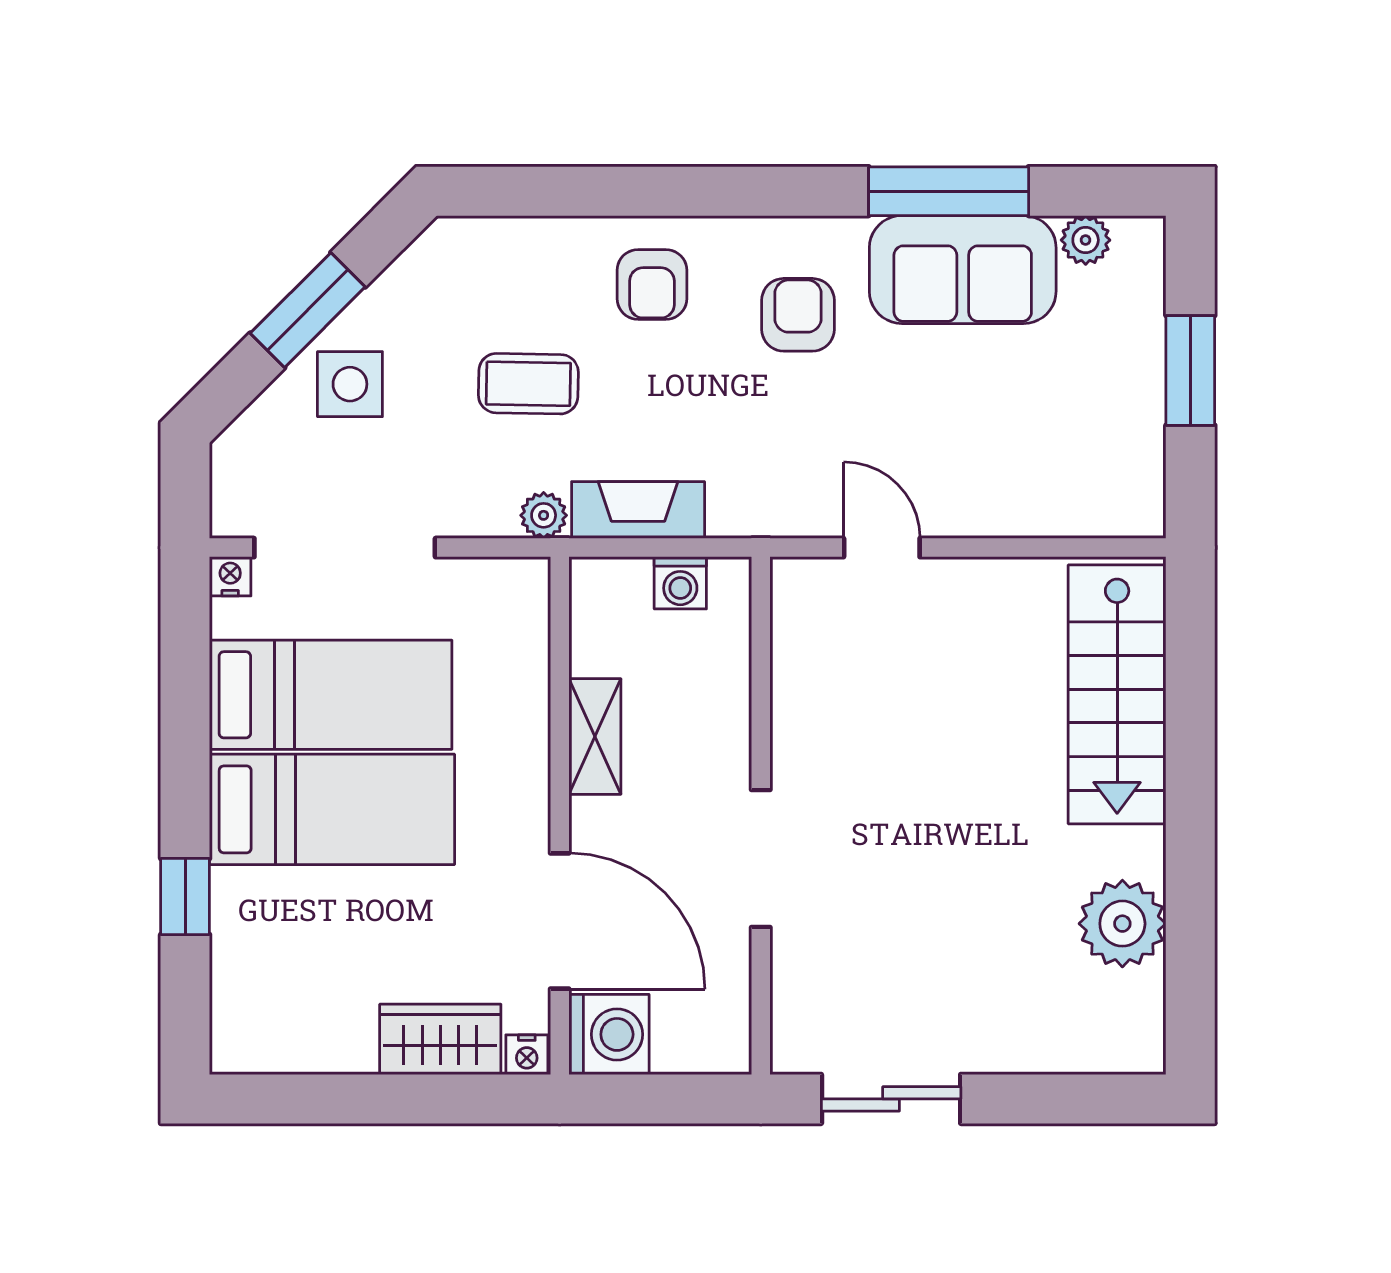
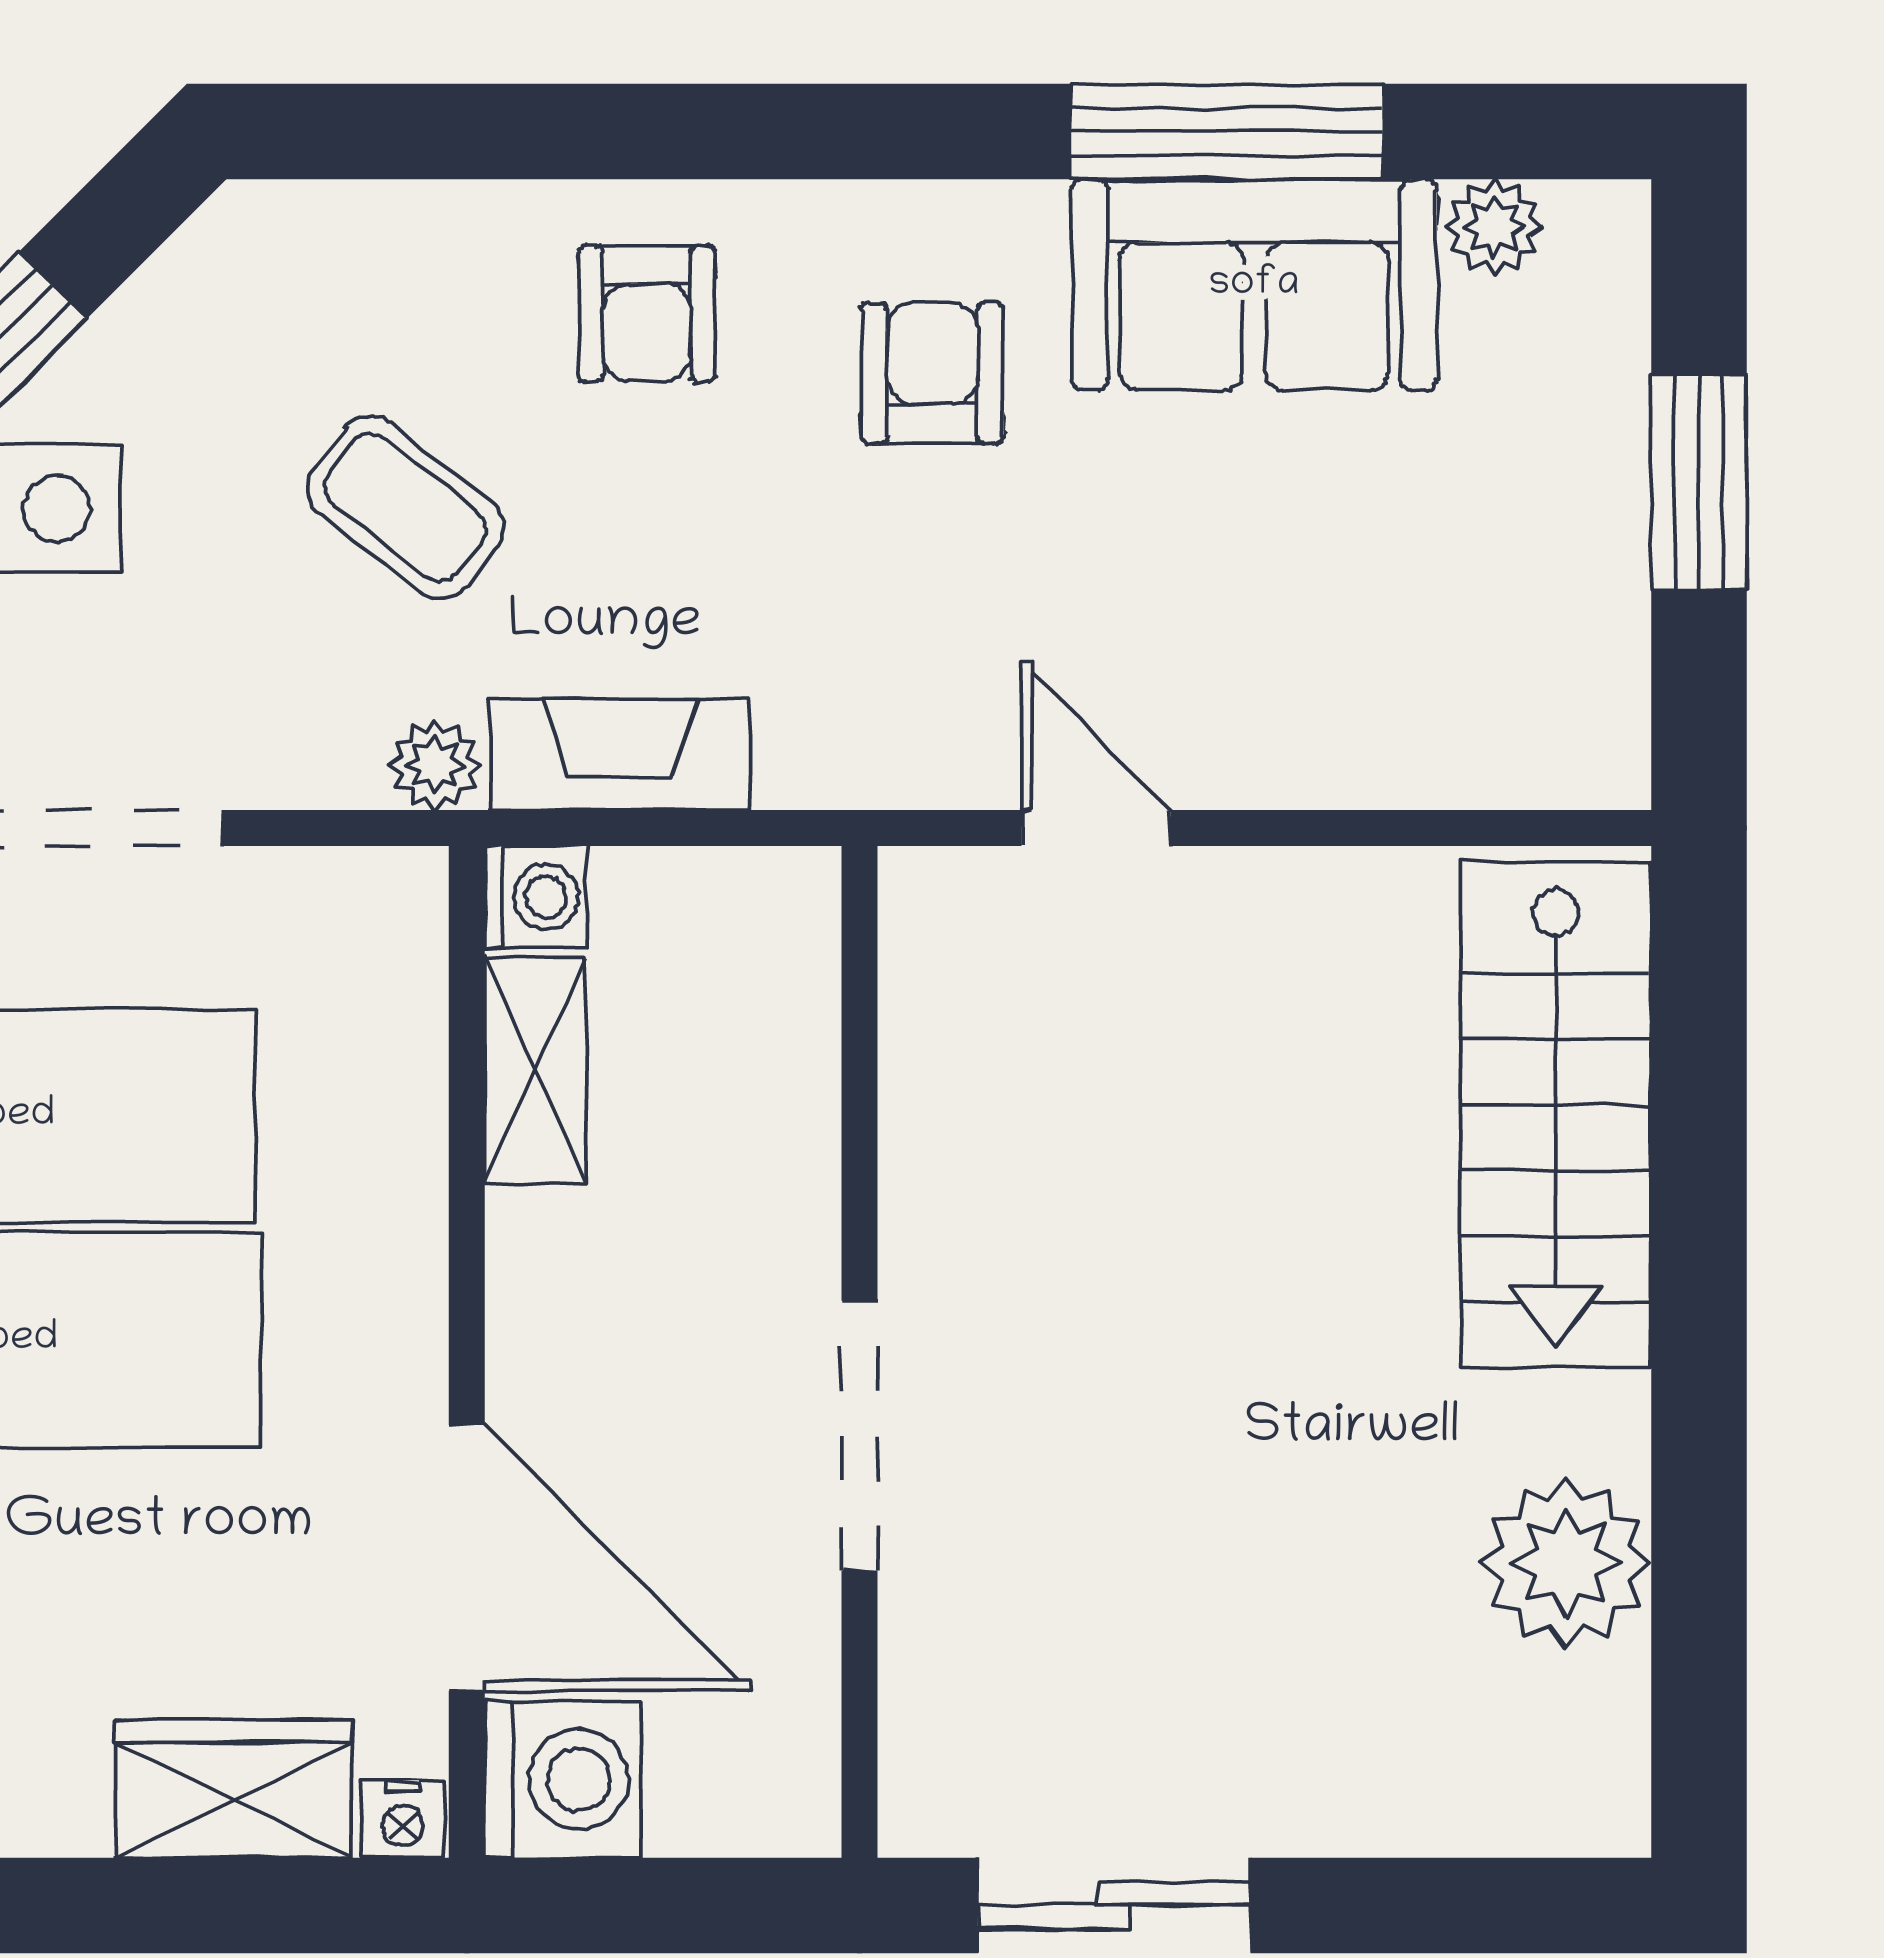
coffee table: (528, 384) -> (405, 508), turned 37
washing machine: (680, 583) -> (536, 897), moved, turned -90
shelving: (595, 736) -> (535, 1071), moved

